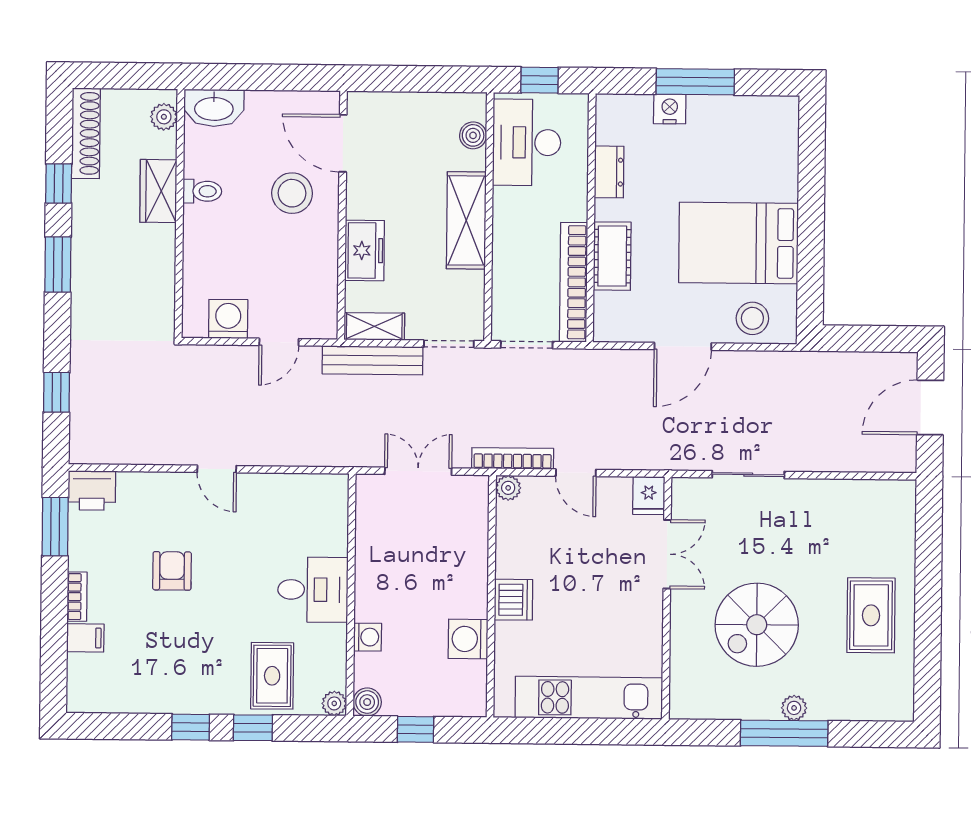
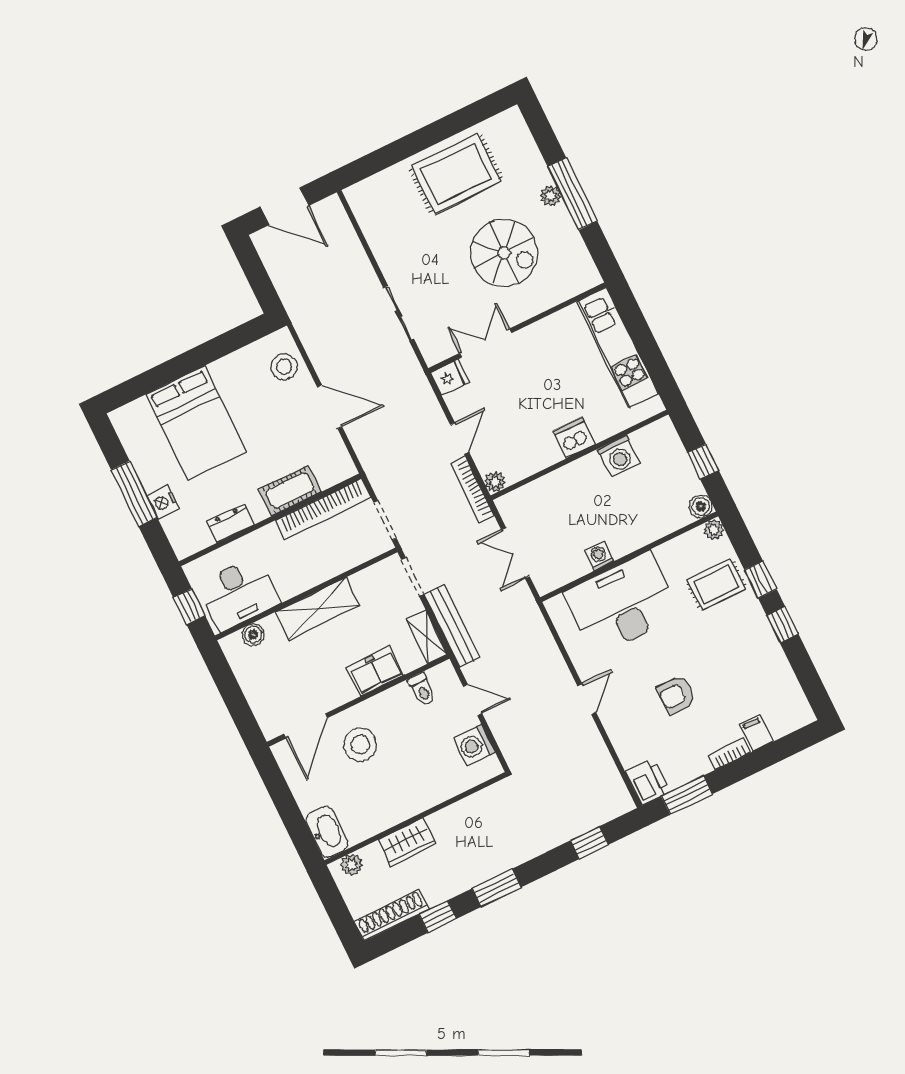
toilet: (202, 191) -> (422, 690), moved, turned 180
bed: (738, 243) -> (196, 423), moved
desk: (313, 590) -> (622, 604), width x1.87, depth x1.30
rug: (871, 615) -> (456, 174), width x1.36, depth x1.43
washing machine: (368, 637) -> (599, 556), moved

